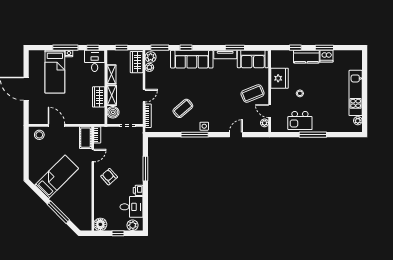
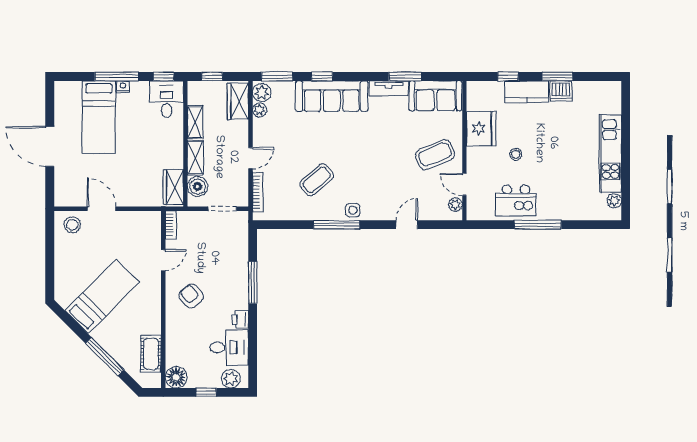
wardrobe: (99, 97) -> (173, 187), moved
cot: (86, 138) -> (151, 354), moved

